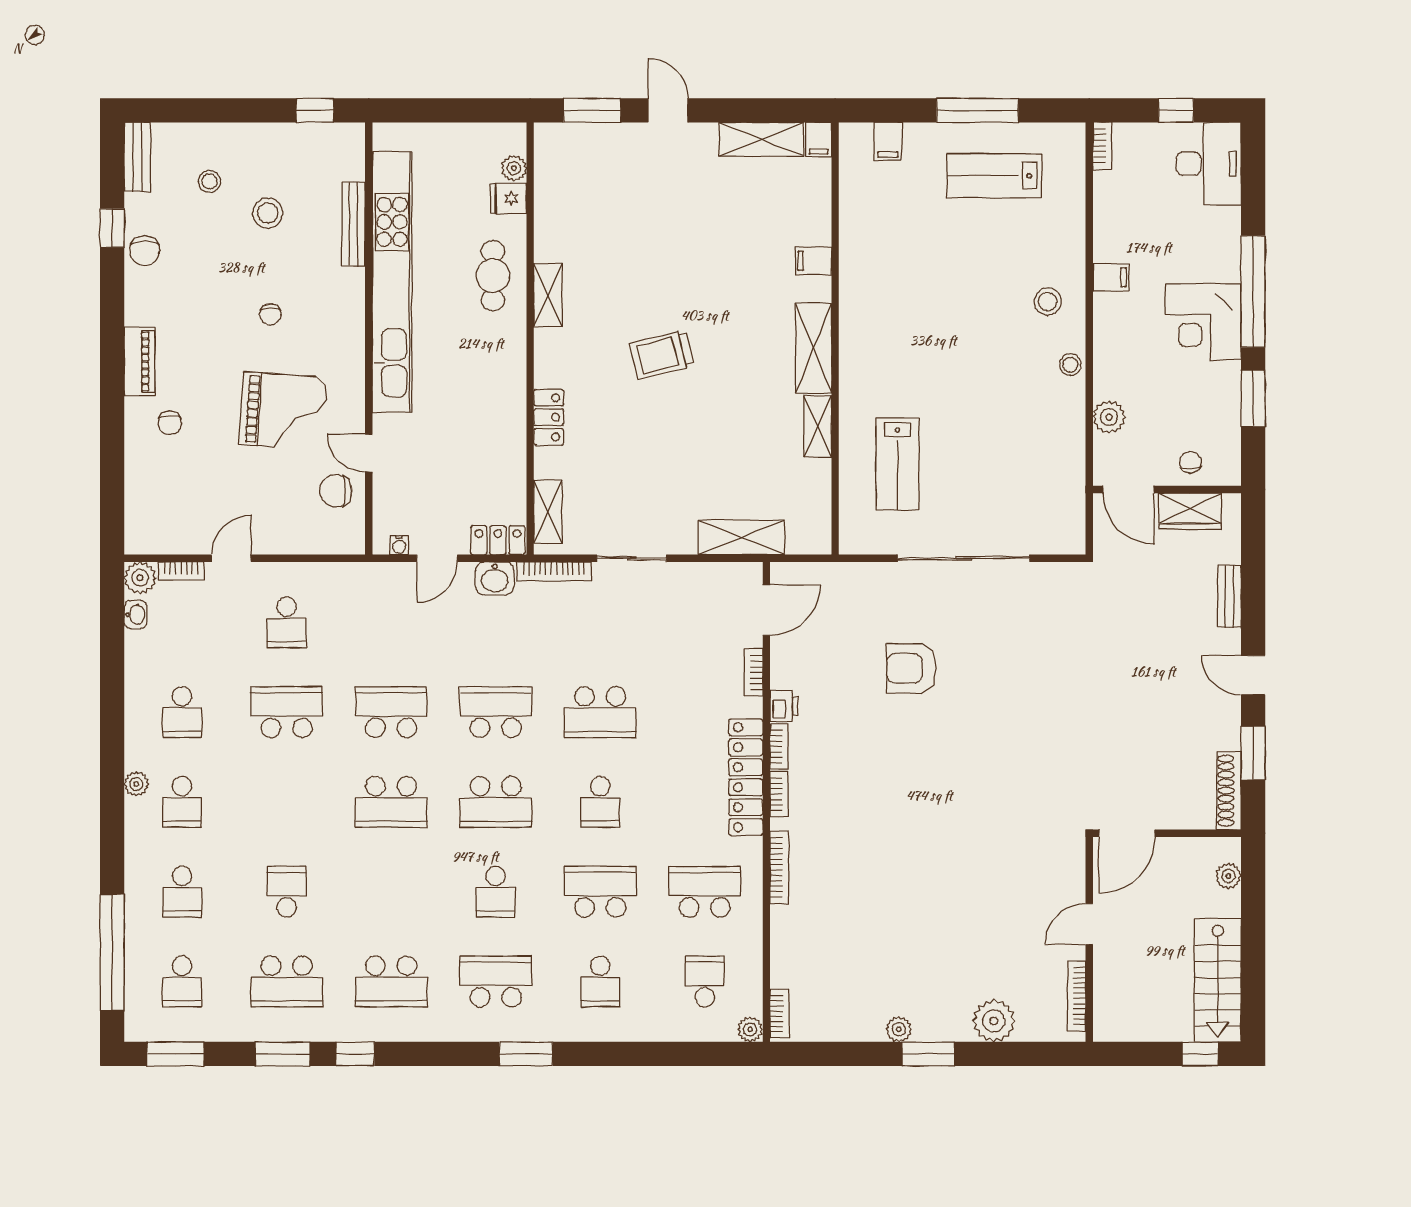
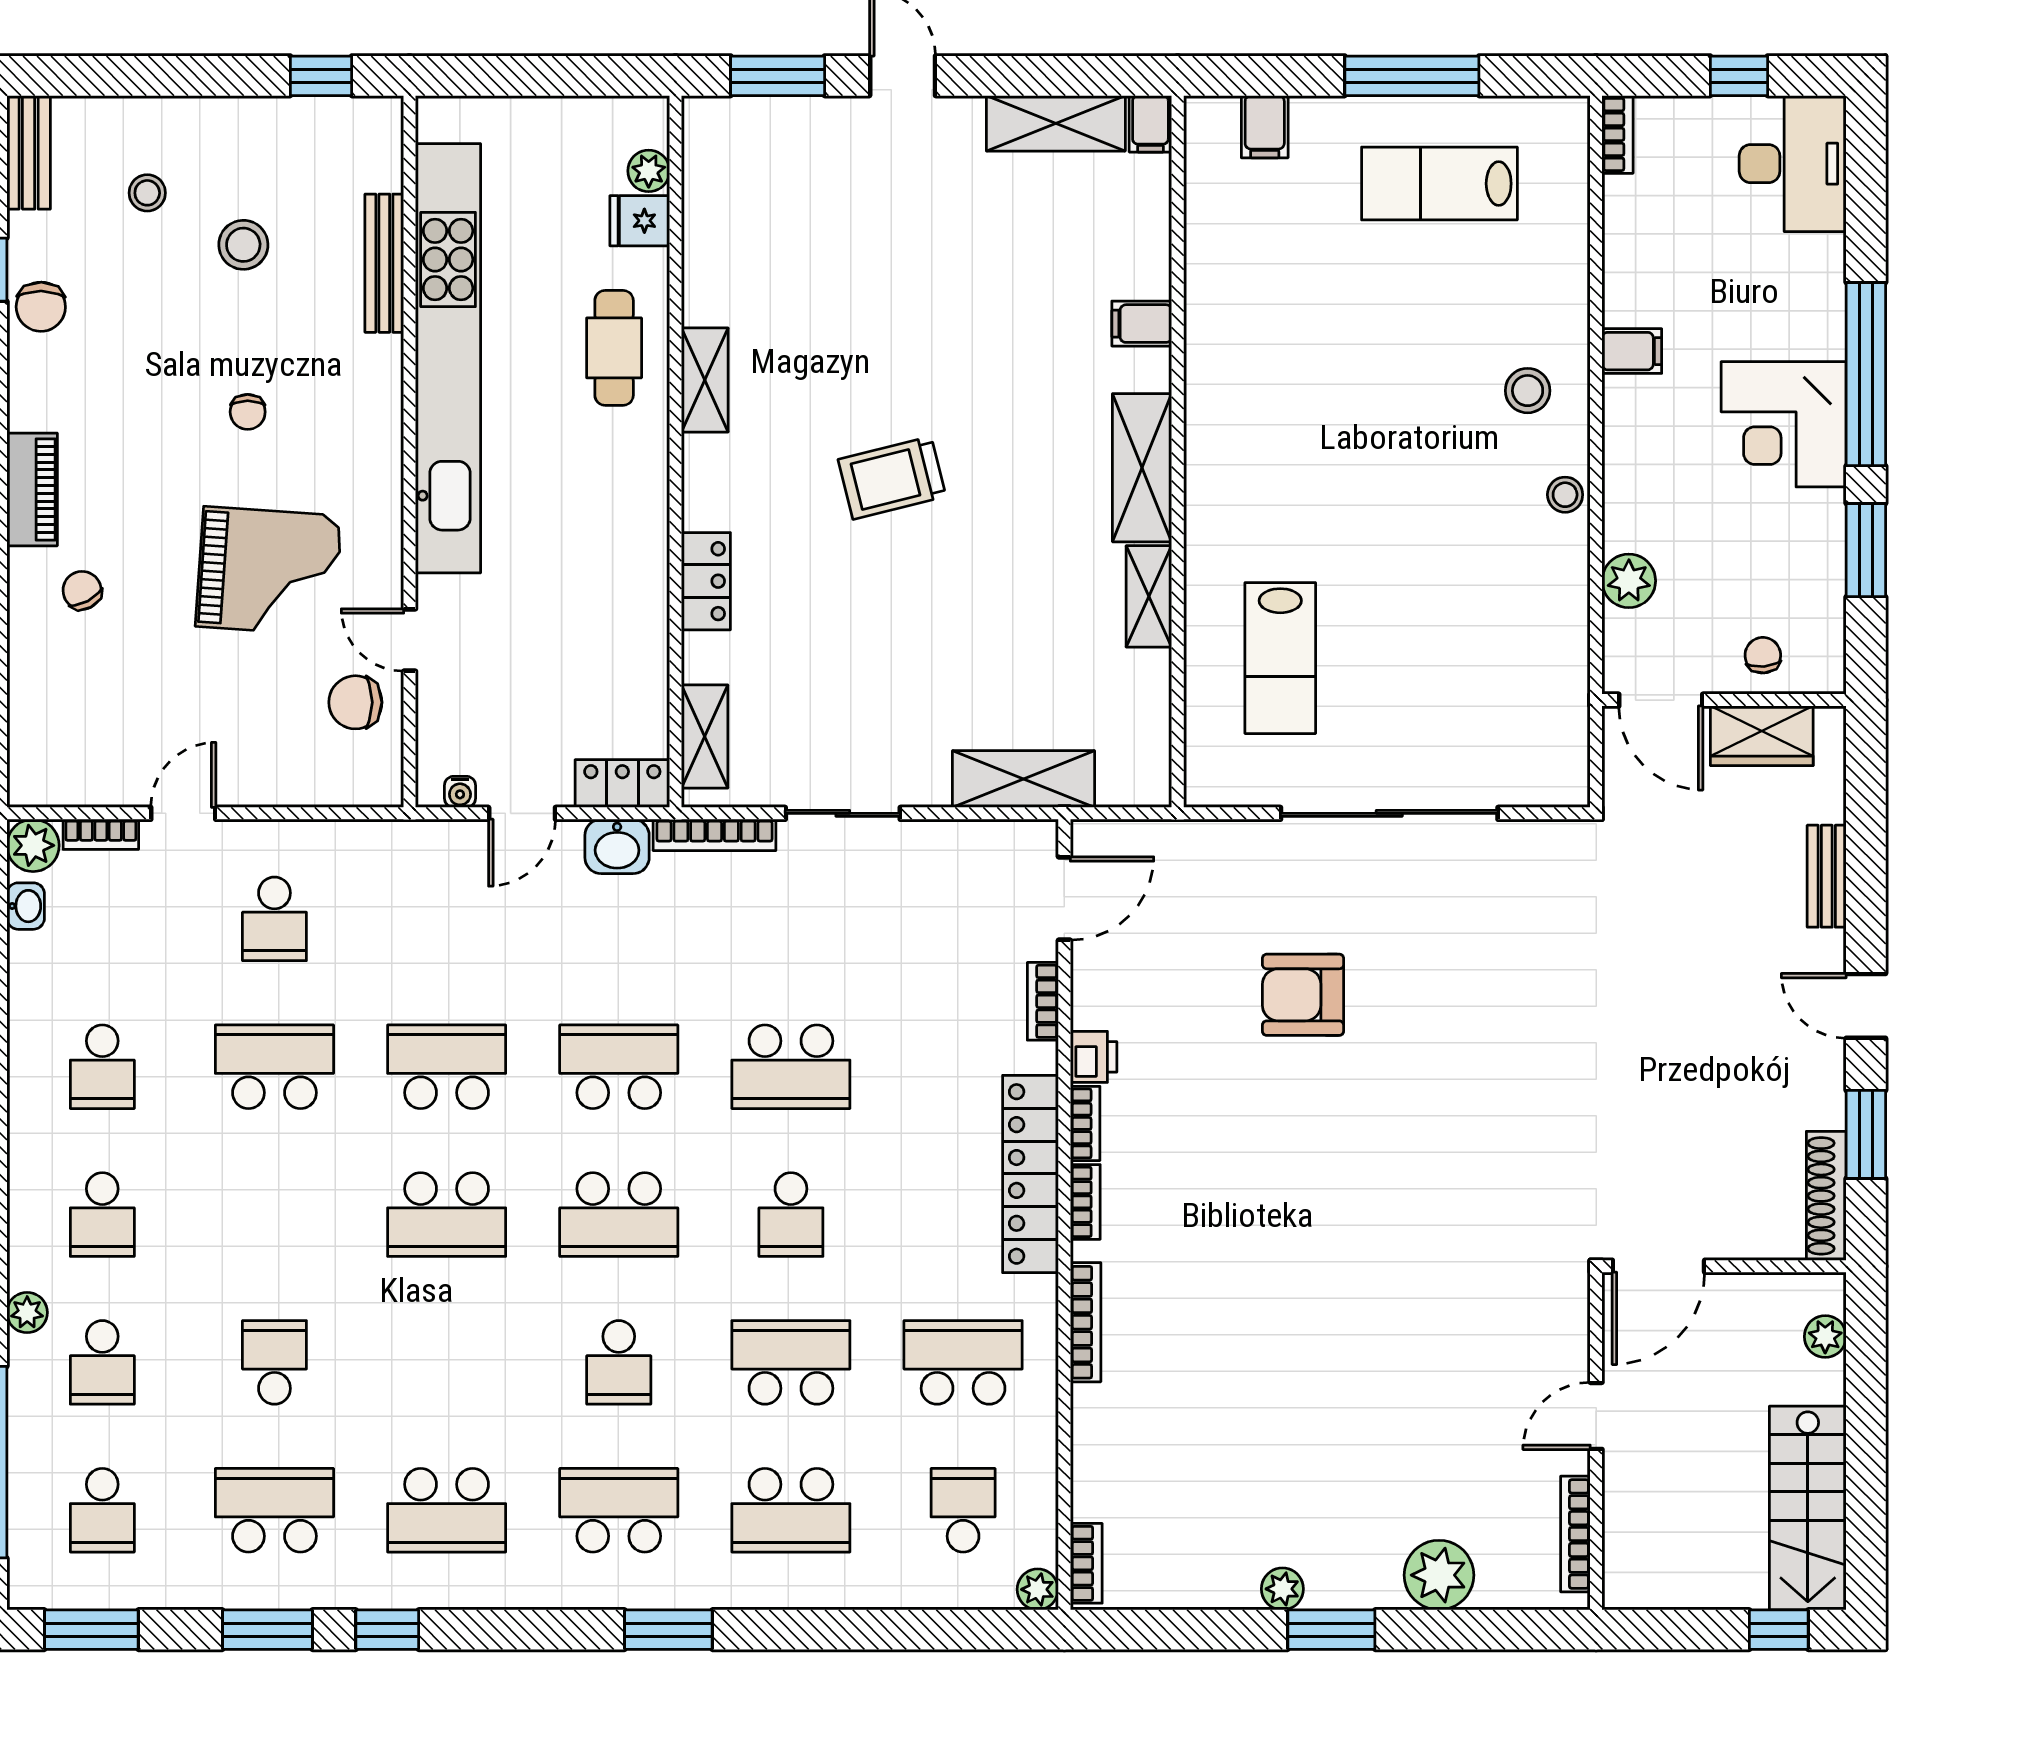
chair: (170, 423) -> (82, 590), turned 152
plant: (136, 784) -> (27, 1313), moved
school desk: (287, 981) -> (274, 1510), turned 180
school desk: (600, 981) -> (791, 1510), width x1.85

